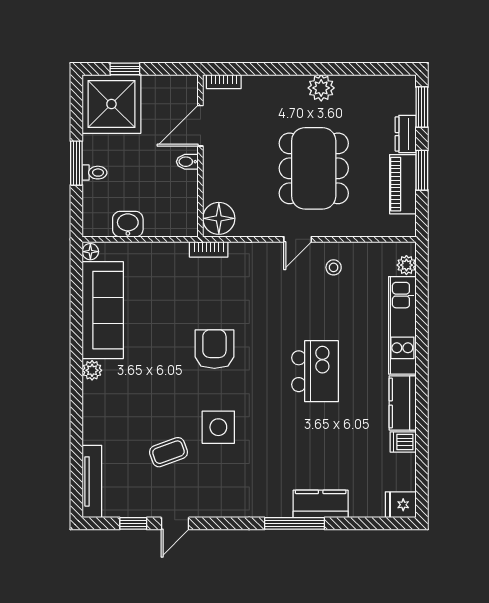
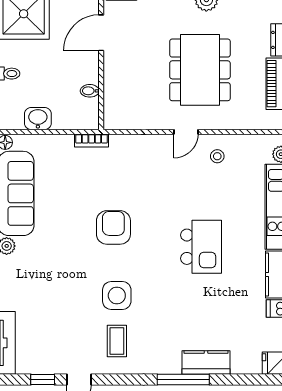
bidet: (187, 162) -> (90, 91), moved
floor lamp: (219, 218) -> (117, 113), removed
bookcase: (209, 249) -> (92, 141), moved
coffee table: (168, 452) -> (117, 341), moved, turned -70

